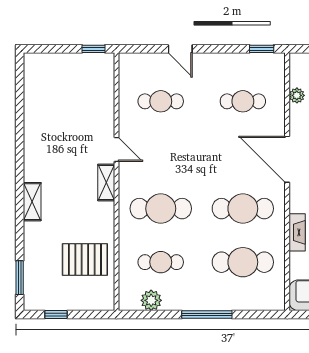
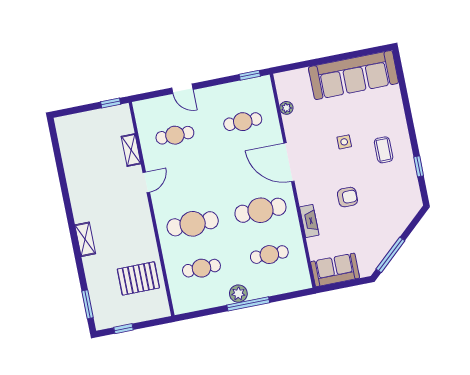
door: (116, 149) -> (146, 182), hinge flipped
shelving: (106, 182) -> (131, 150), moved
cafe table: (243, 262) -> (269, 255), width x0.73, depth x0.74
plant: (151, 300) -> (238, 294), moved

